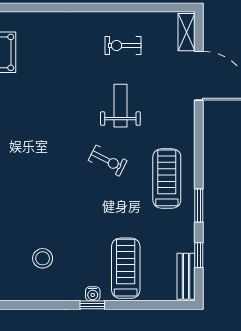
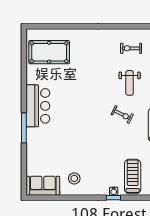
weight bench: (120, 106) -> (130, 83), turned 180
stool: (43, 258) -> (74, 178), moved

